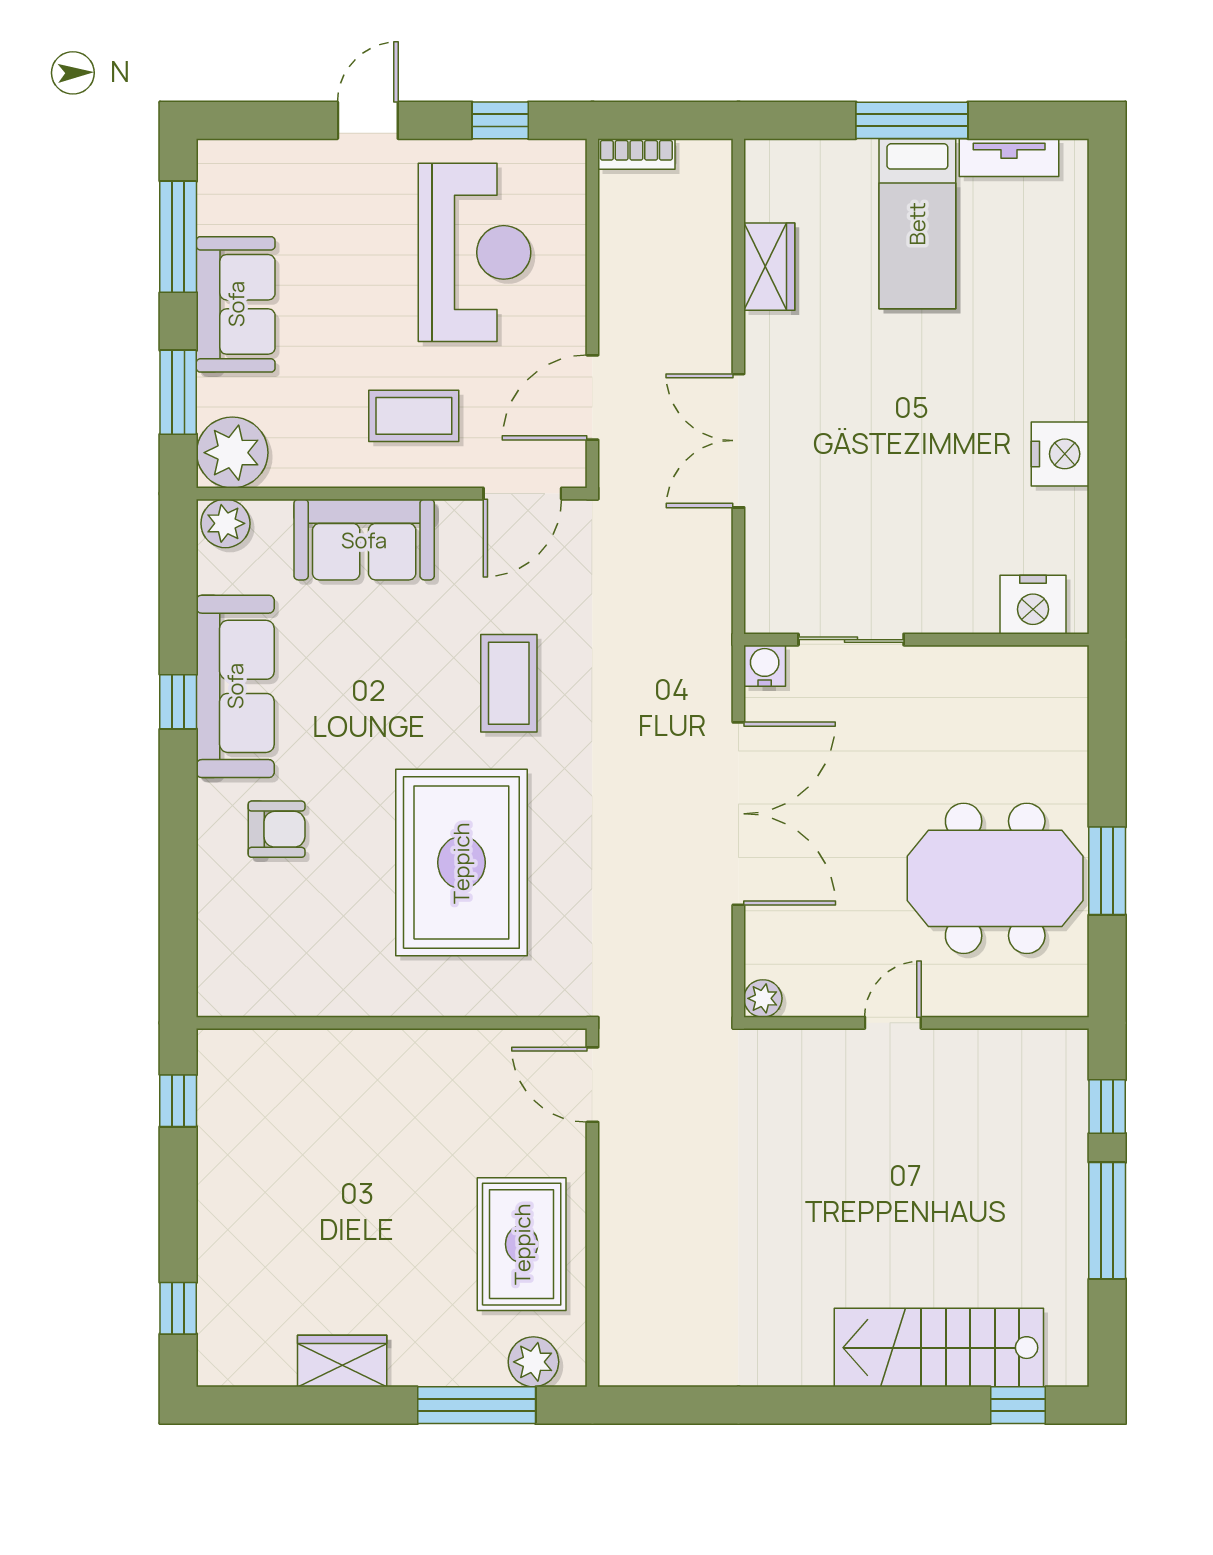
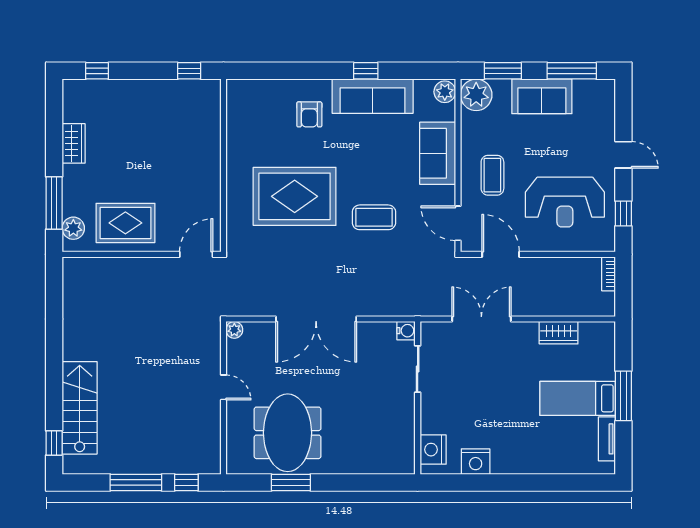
nightstand: (1033, 605) -> (433, 450), moved
sliding door: (851, 640) -> (418, 369), moved
wall: (916, 640) -> (418, 398), moved
water cooler: (765, 666) -> (406, 331), moved

